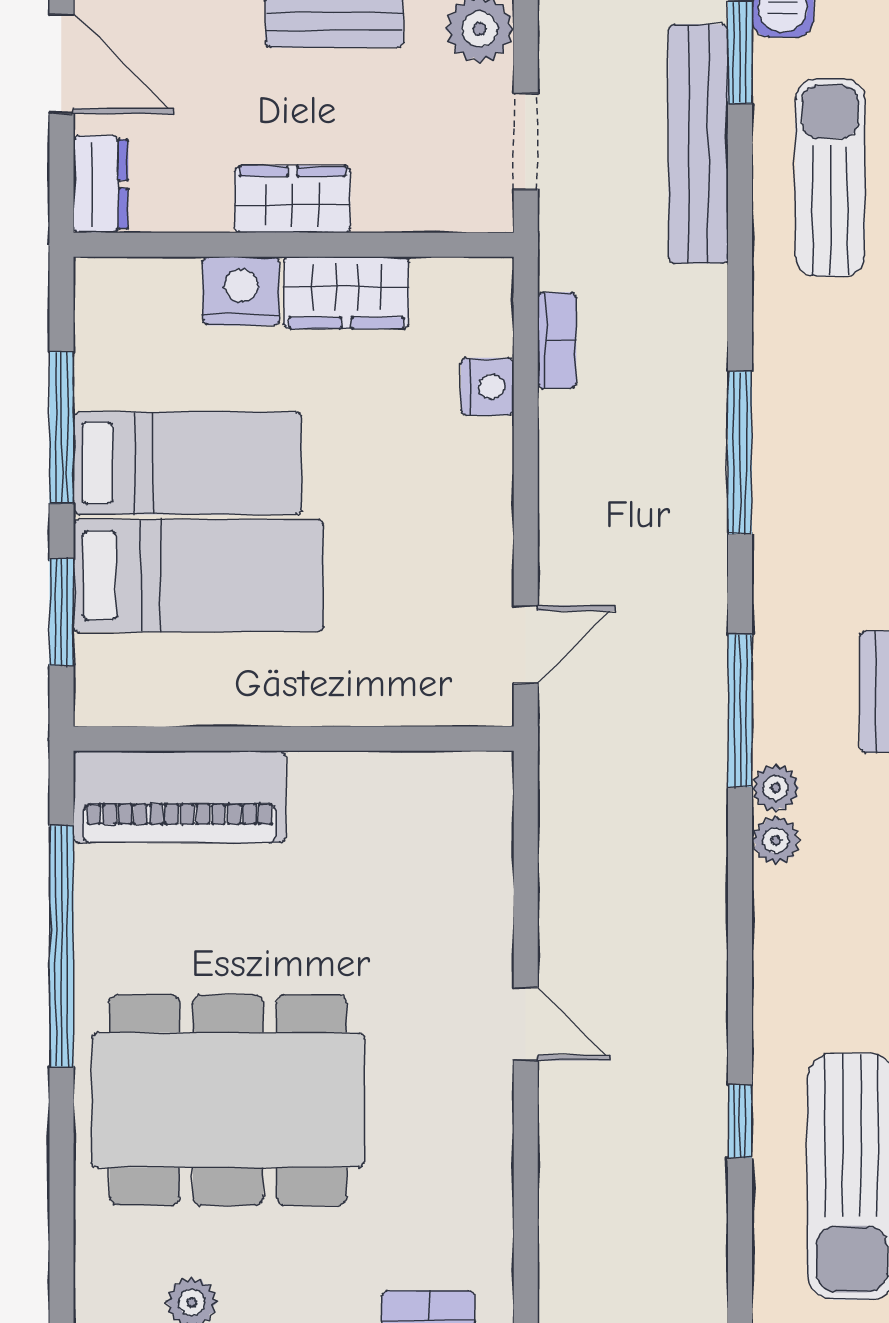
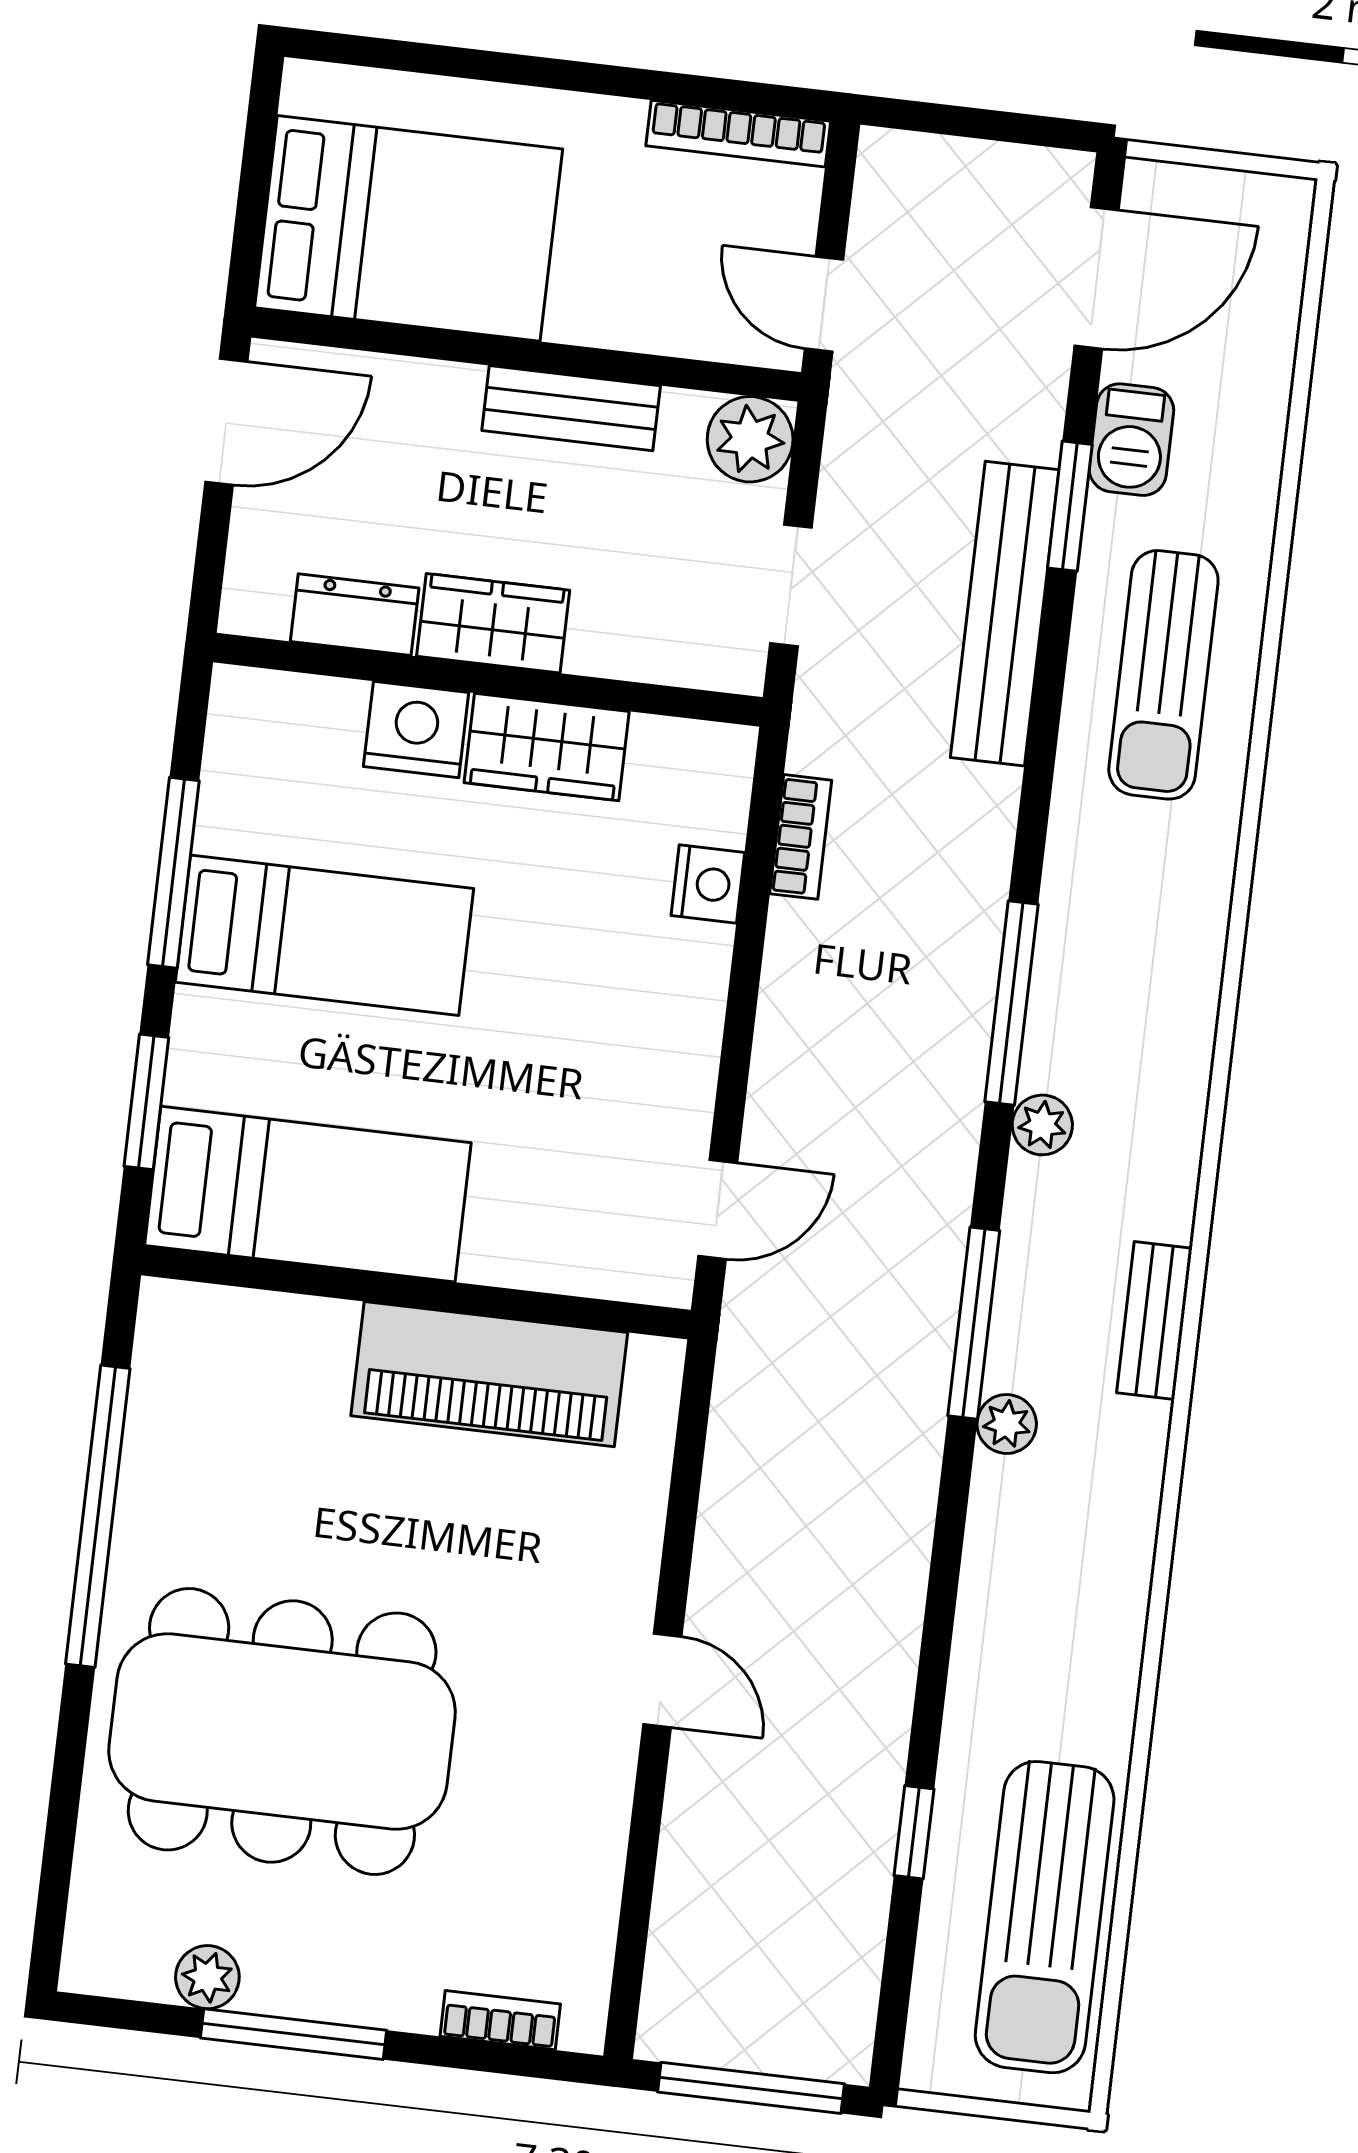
door: (61, 64) -> (226, 422), hinge flipped
sun lounger: (830, 178) -> (1163, 675), turned 180
dresser: (101, 184) -> (355, 615), moved, turned -90
bed: (198, 576) -> (308, 1194), moved
piano: (179, 797) -> (489, 1374), moved
plant: (776, 840) -> (1042, 1125), moved

